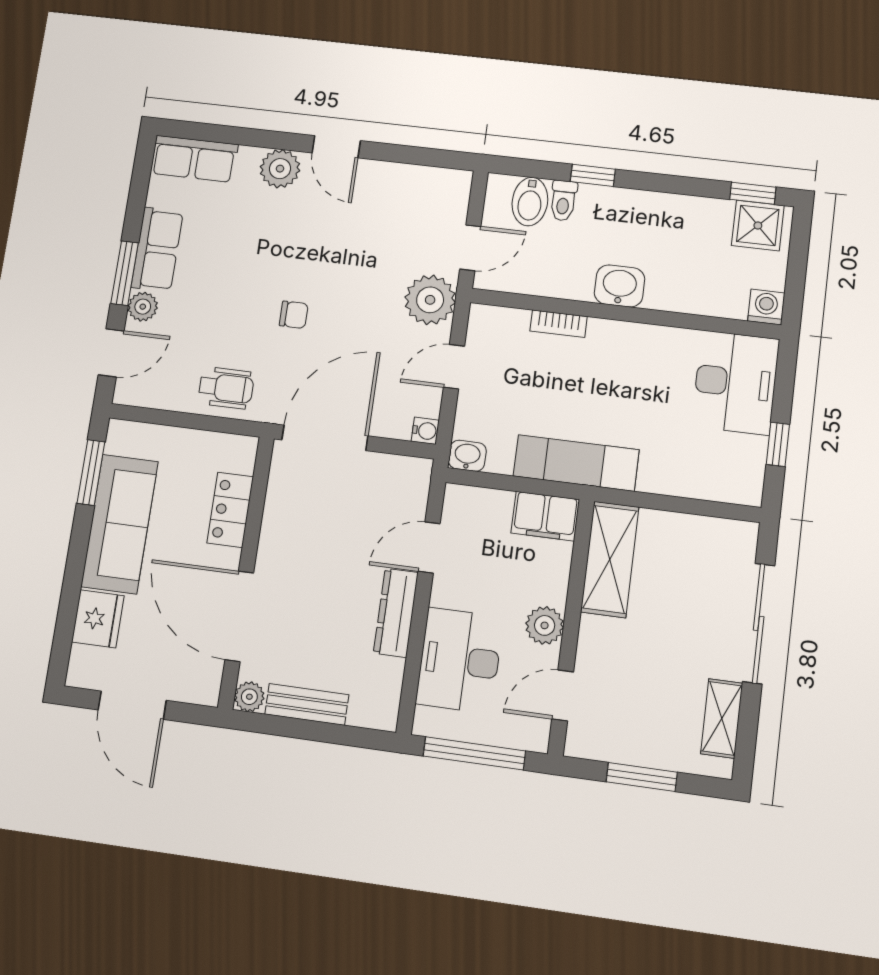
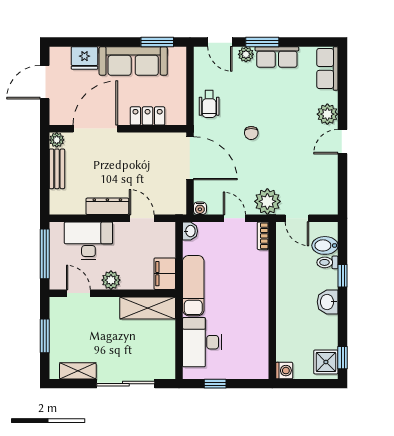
washbasin: (619, 286) -> (328, 302), moved, turned 180
bookcase: (559, 324) -> (263, 236), moved
desk: (736, 383) -> (202, 342), moved, turned 90

